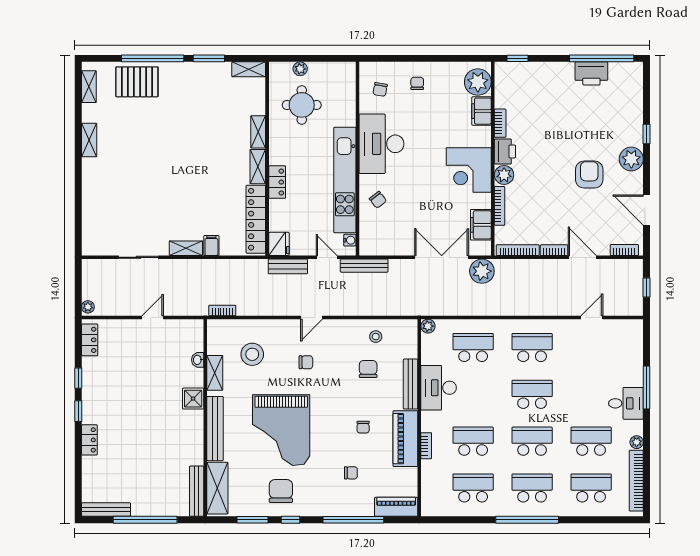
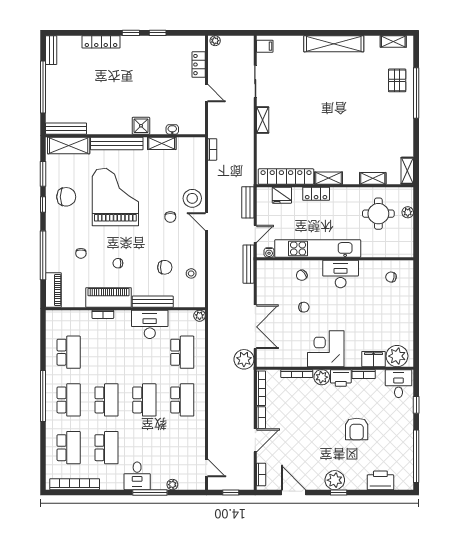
window: (209, 58) -> (416, 139), removed
window: (518, 58) -> (416, 405), moved
printer: (591, 73) -> (380, 480), moved, turned 90
desk: (512, 80) -> (398, 384), added
pallet: (137, 82) -> (397, 80), width x0.67, depth x0.71
chair: (417, 83) -> (304, 307), moved
shelving: (258, 132) -> (373, 178), moved
window: (647, 134) -> (339, 493), moved
shelving: (89, 140) -> (334, 44), width x2.20, depth x1.33
desk: (381, 144) -> (341, 274), width x0.73, depth x0.77
armchair: (589, 175) -> (357, 429), moved, turned 90
door: (647, 210) -> (294, 493), hinge flipped
filing cabinet: (481, 225) -> (281, 358), removed
fridge: (279, 244) -> (282, 195), moved
filing cabinet: (211, 246) -> (265, 46), moved
door: (592, 317) -> (207, 468), moved
locker: (90, 340) -> (199, 65), moved, turned 90
stool: (252, 354) -> (192, 198), moved
grand piano: (281, 430) -> (115, 197), turned 90
locker: (89, 440) -> (101, 42), width x1.53
school desk: (473, 441) -> (107, 352), removed
plant: (637, 442) -> (172, 485), moved
bench: (106, 510) -> (51, 50), width x0.73

